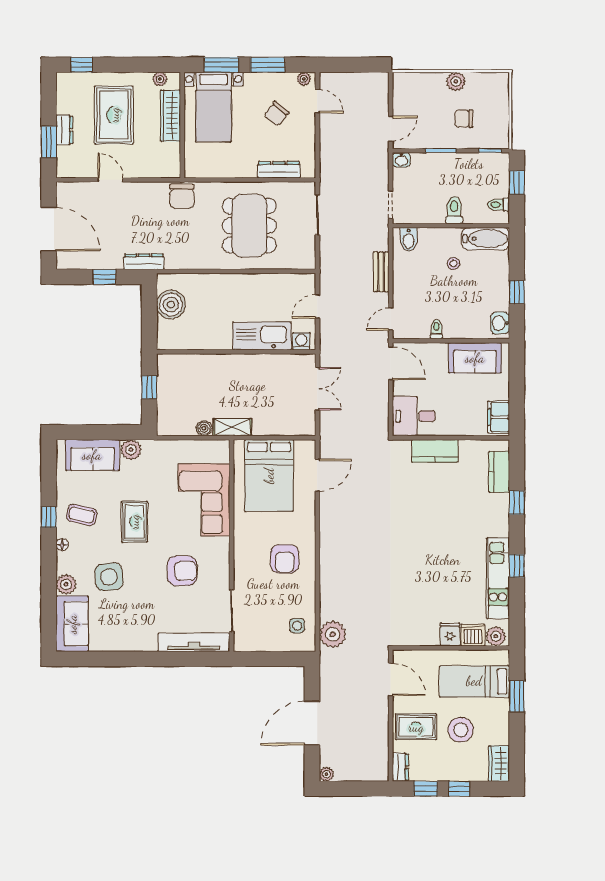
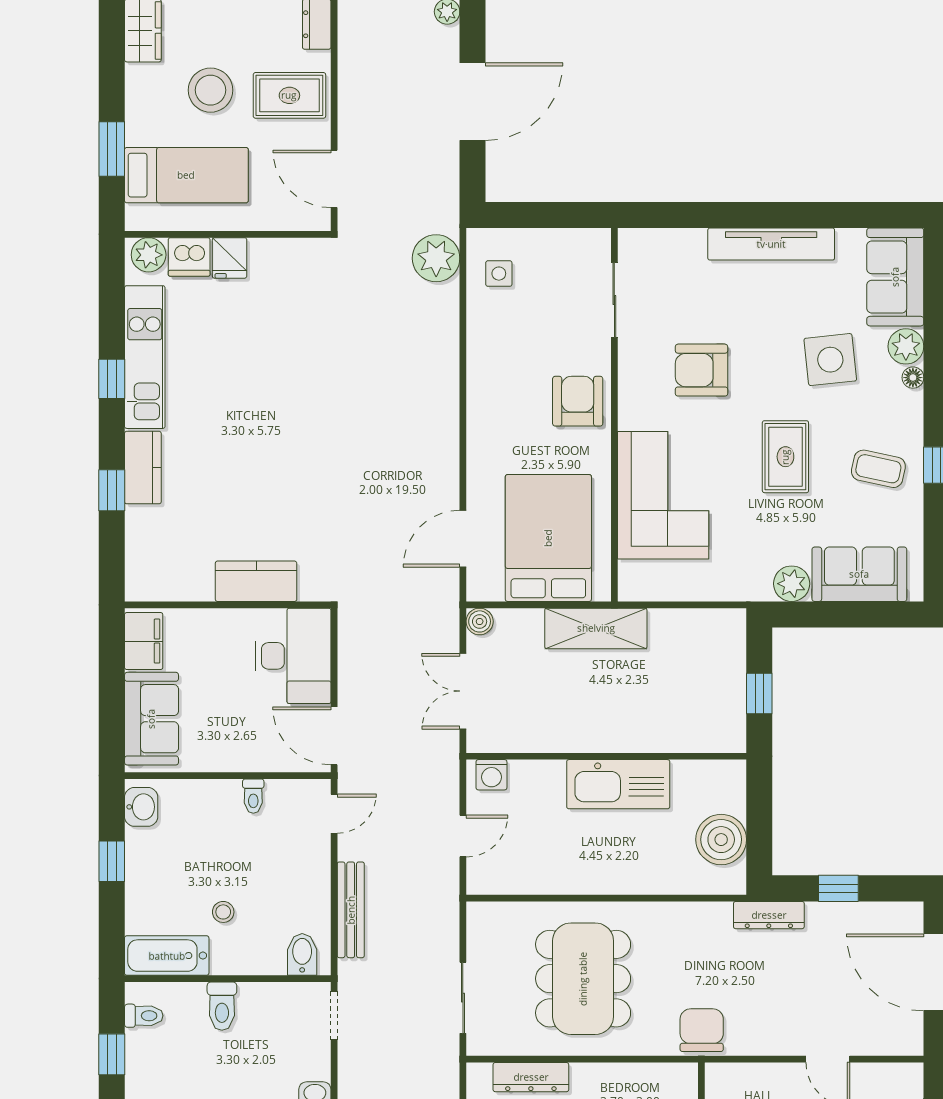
bench: (381, 272) -> (351, 910), width x1.36
kitchen sink: (262, 336) -> (618, 784), moved
sofa: (475, 358) -> (151, 719), moved, turned 90
desk: (414, 416) -> (293, 656), width x1.37
shelving: (232, 427) -> (596, 628), width x1.50, depth x1.33
boiler: (204, 428) -> (480, 621), moved
kitchen counter: (499, 472) -> (143, 468), moved
floor lamp: (62, 545) -> (913, 378), moved
armchair: (285, 559) -> (578, 401), moved
tv unit: (194, 642) -> (771, 244), moved

